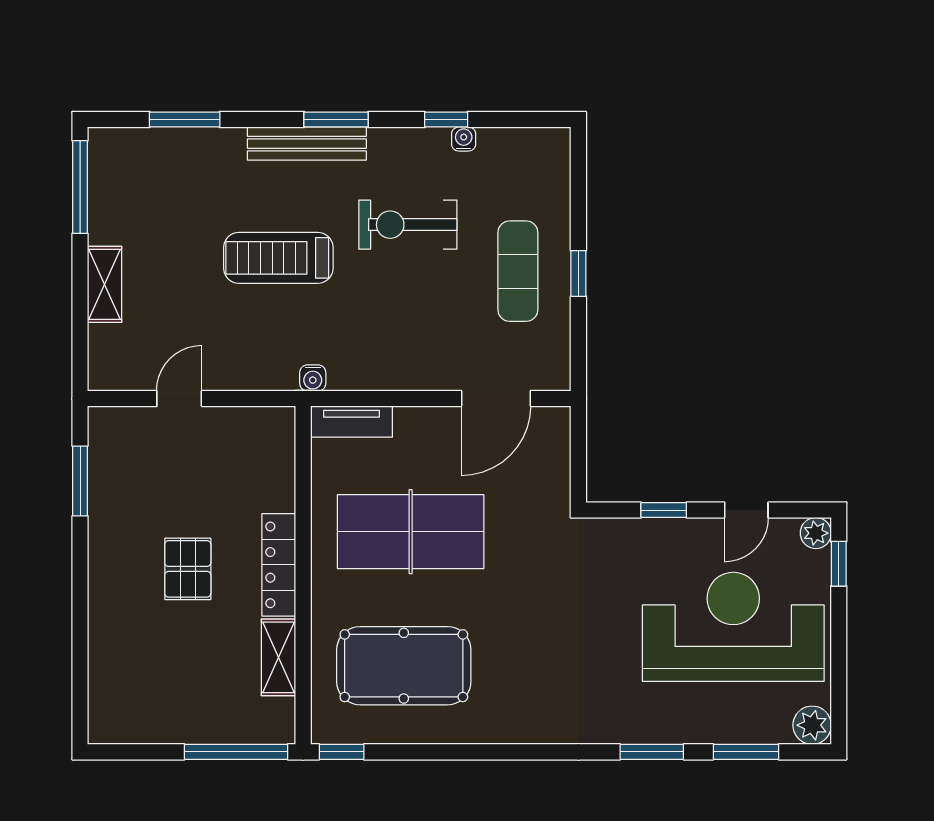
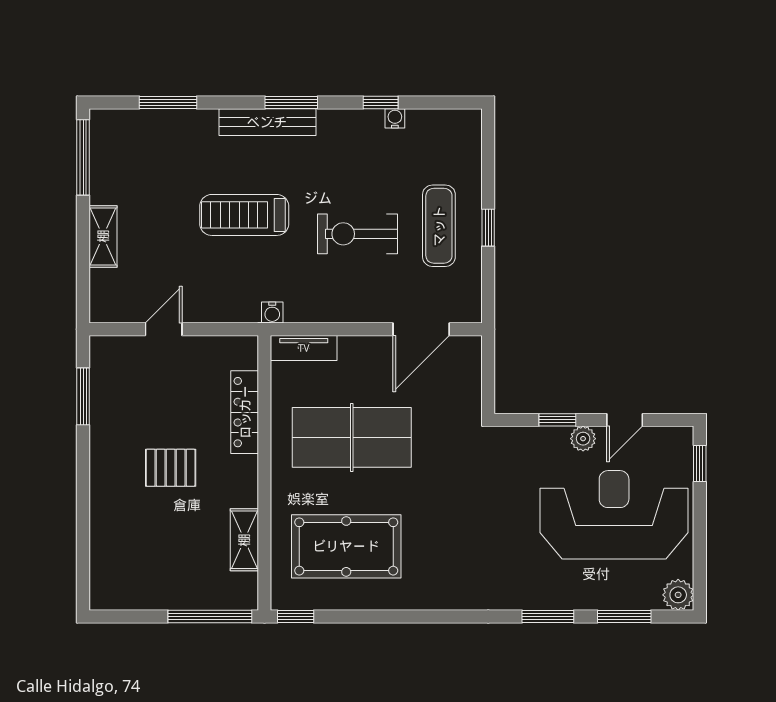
exercise bike: (408, 225) -> (358, 234), moved
plant: (816, 533) -> (583, 439), moved
locker: (279, 565) -> (245, 412), moved
pallet: (188, 569) -> (171, 468), turned 90

